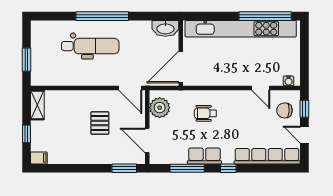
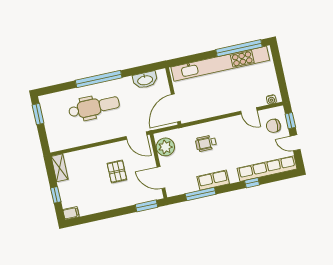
washbasin: (165, 28) -> (145, 80), moved
window: (26, 60) -> (38, 114), moved
window: (228, 168) -> (252, 183), moved

